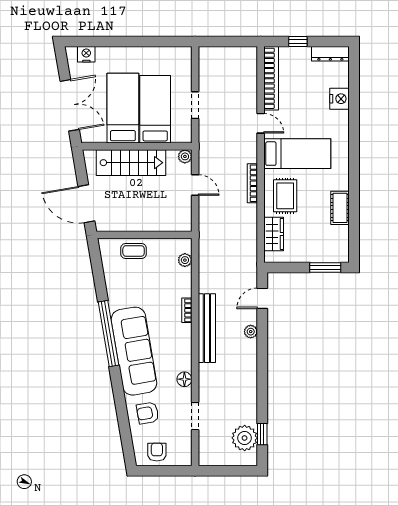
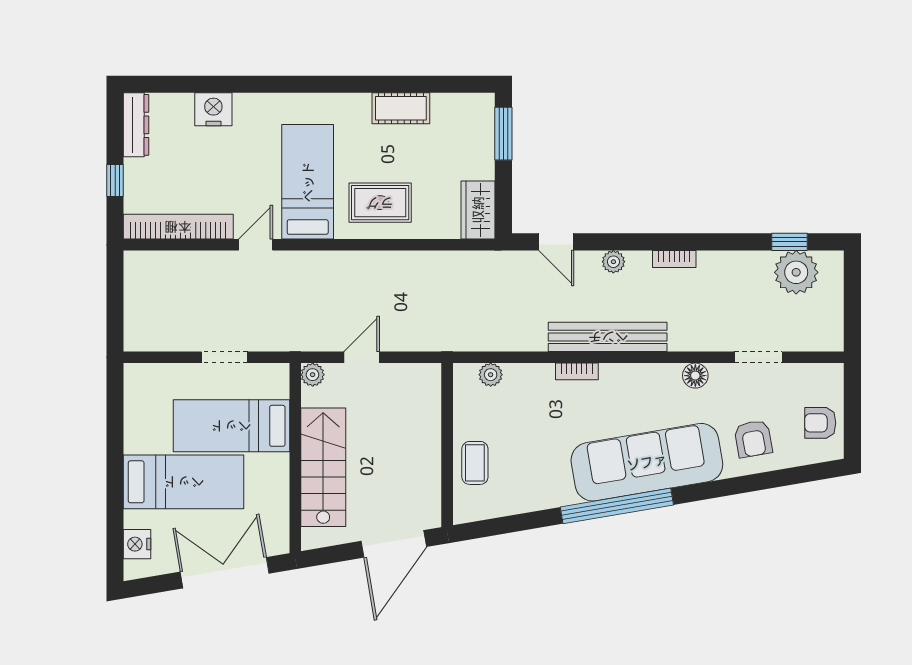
bed: (123, 108) -> (184, 482), moved, turned 180
bookcase: (252, 183) -> (674, 259), moved, width x0.64
wardrobe: (274, 234) -> (478, 210), moved, turned -90

